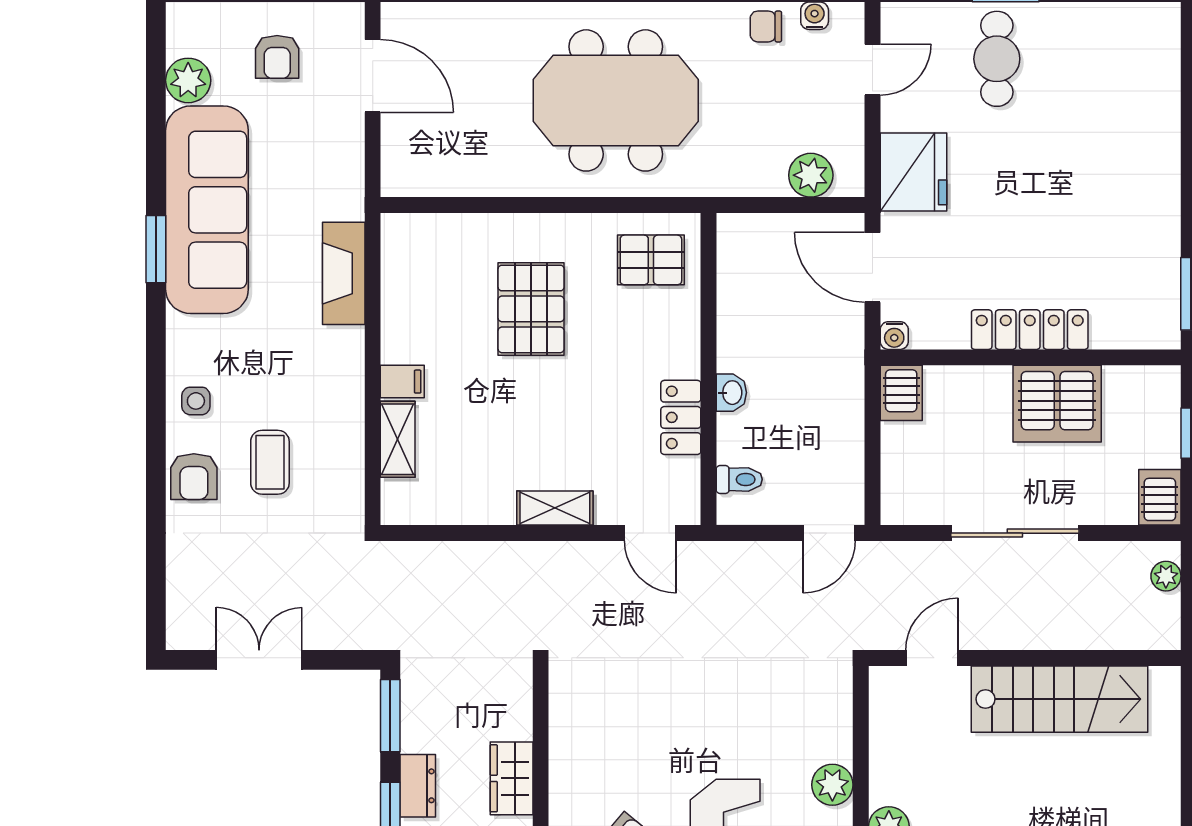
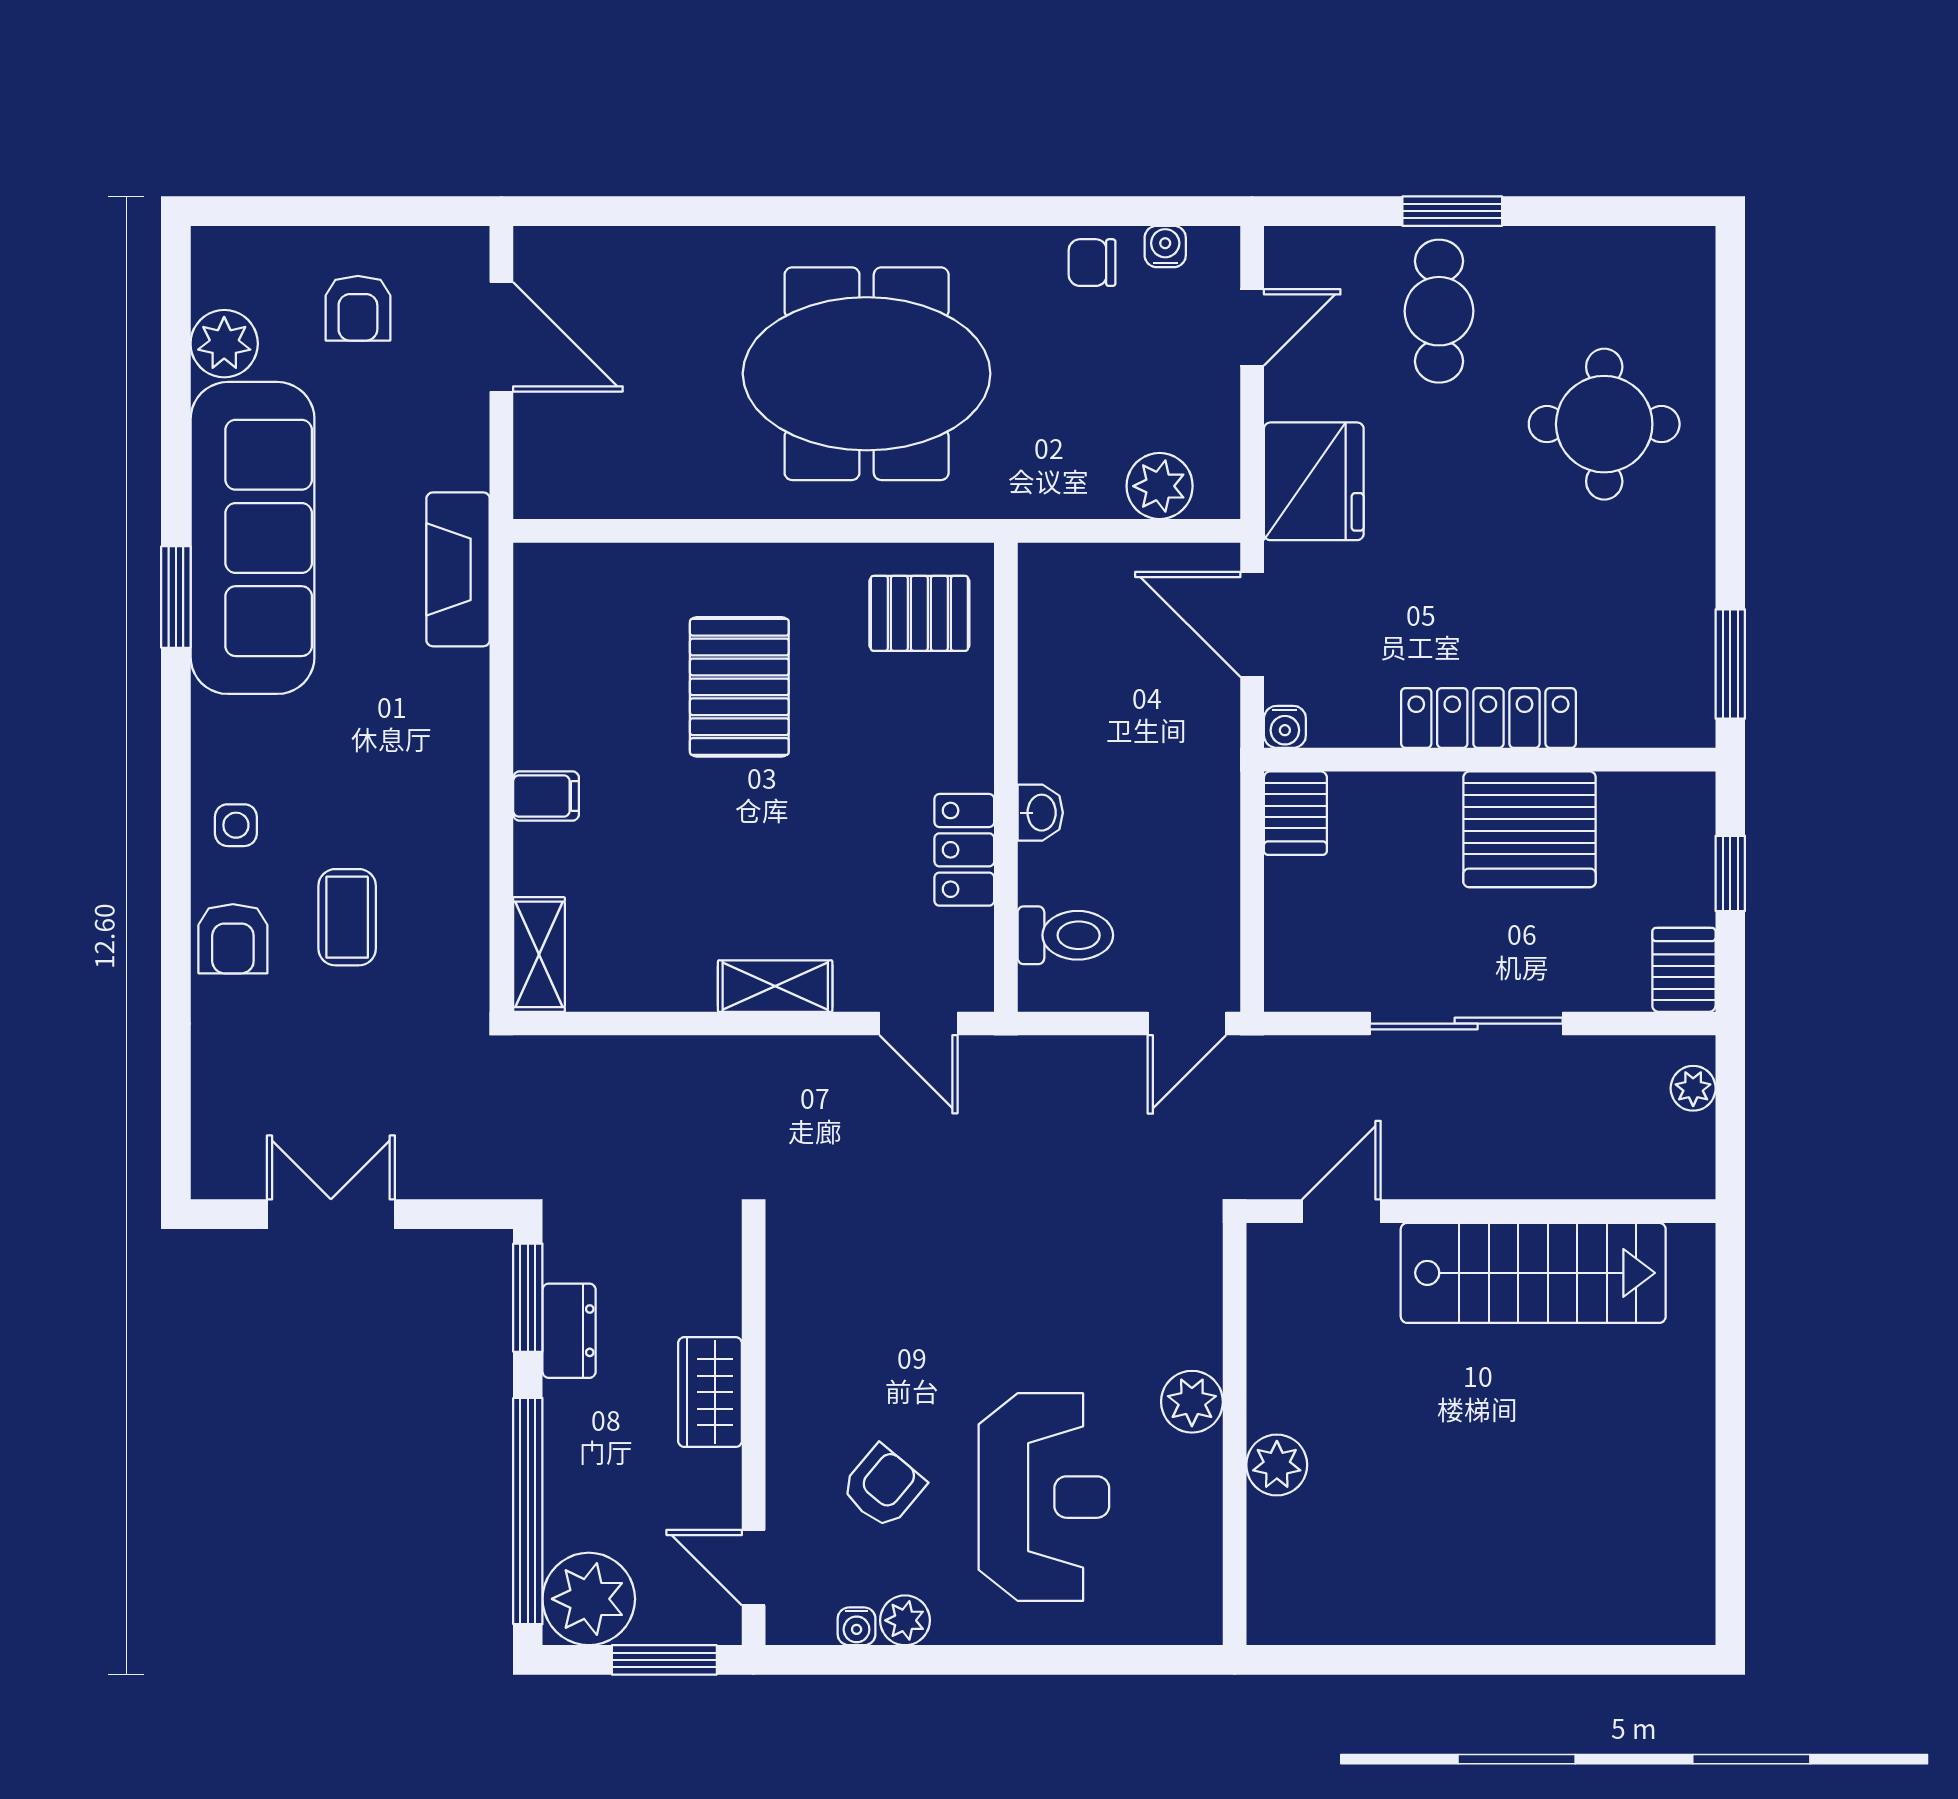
round table: (1107, 134) -> (1604, 424), added
fireplace: (344, 273) -> (458, 569), moved
shelving: (398, 439) -> (539, 954), moved
toilet: (739, 479) -> (1065, 935), width x1.37, depth x1.39
dresser: (418, 786) -> (569, 1331), moved

